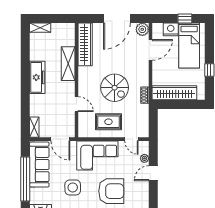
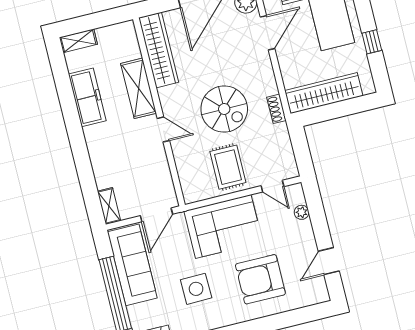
freezer: (37, 77) -> (87, 97), moved
door: (77, 104) -> (163, 129), moved
rug: (108, 122) -> (228, 167), turned 90
door: (60, 139) -> (156, 215), hinge flipped
door: (153, 173) -> (329, 261), moved
armchair: (111, 191) -> (260, 279), turned 180

